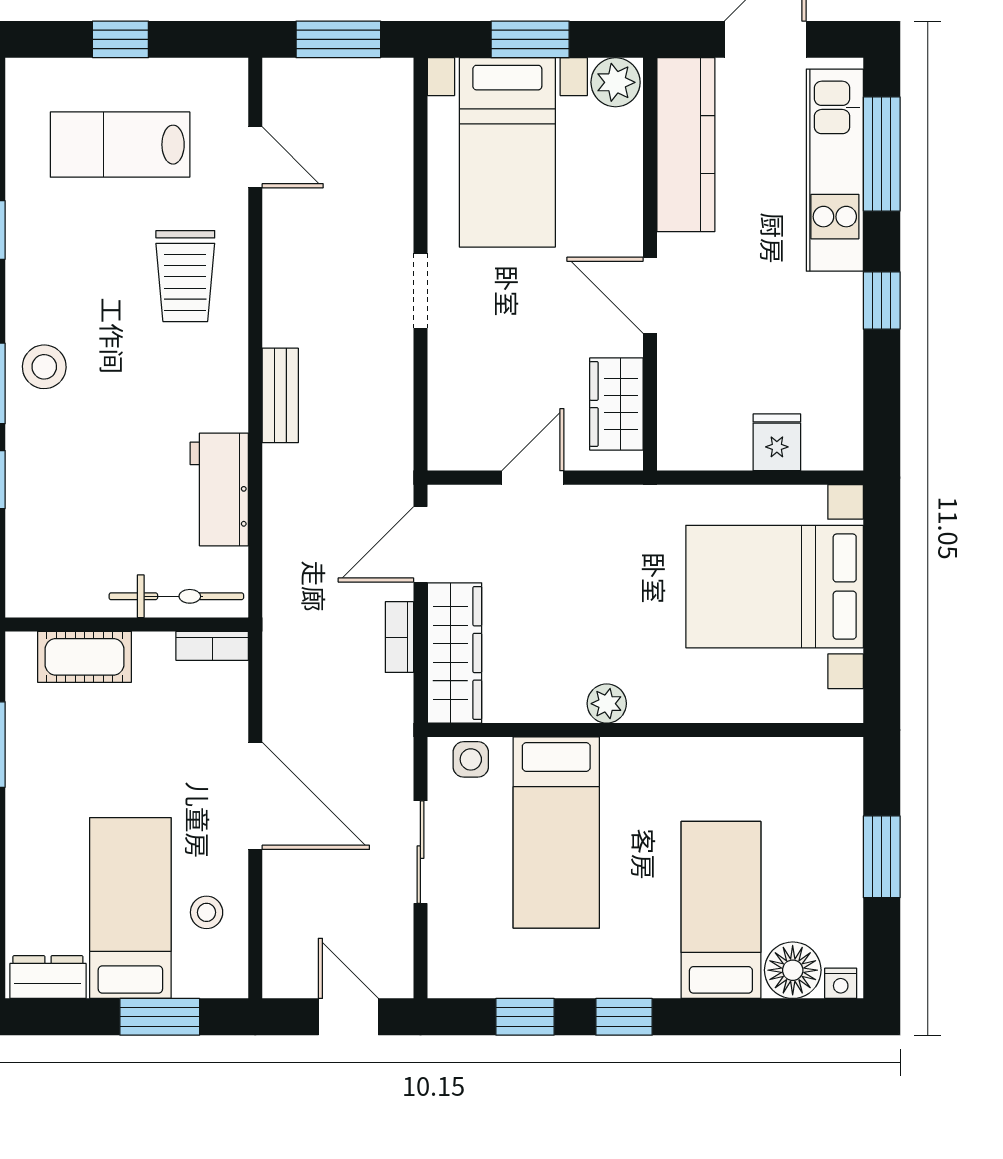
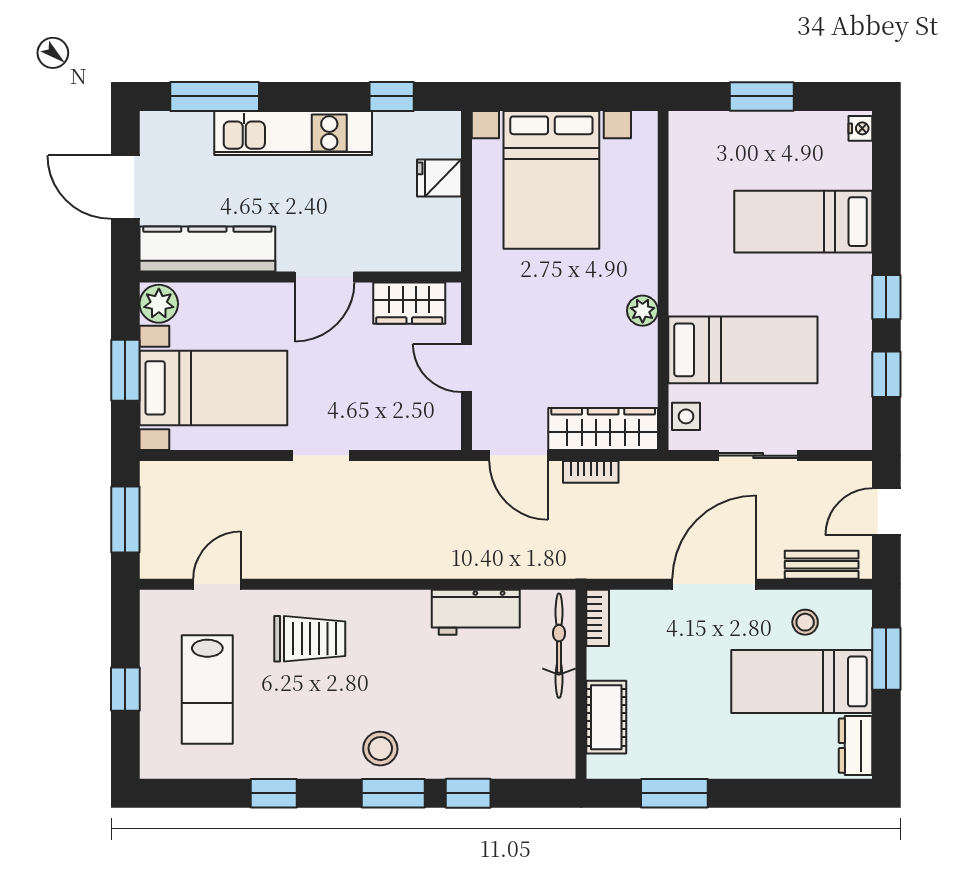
kitchen unit: (835, 170) -> (293, 133), moved
window: (882, 300) -> (392, 96), moved
bench: (280, 395) -> (822, 565), moved
floor lamp: (793, 970) -> (850, 166), removed

